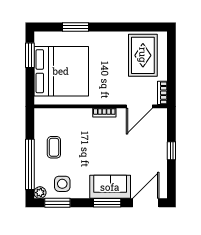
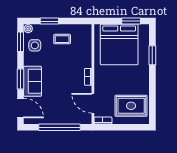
window: (171, 151) -> (60, 127), width x3.17
window: (30, 164) -> (49, 21), width x0.47

